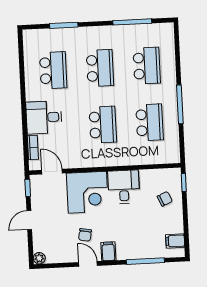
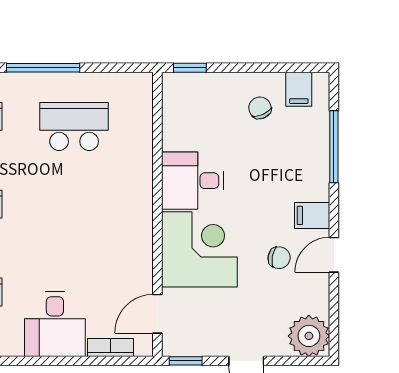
school desk: (103, 125) -> (74, 214), removed
chair: (165, 199) -> (260, 108), moved
plant: (39, 258) -> (309, 336), width x1.88, depth x1.88

